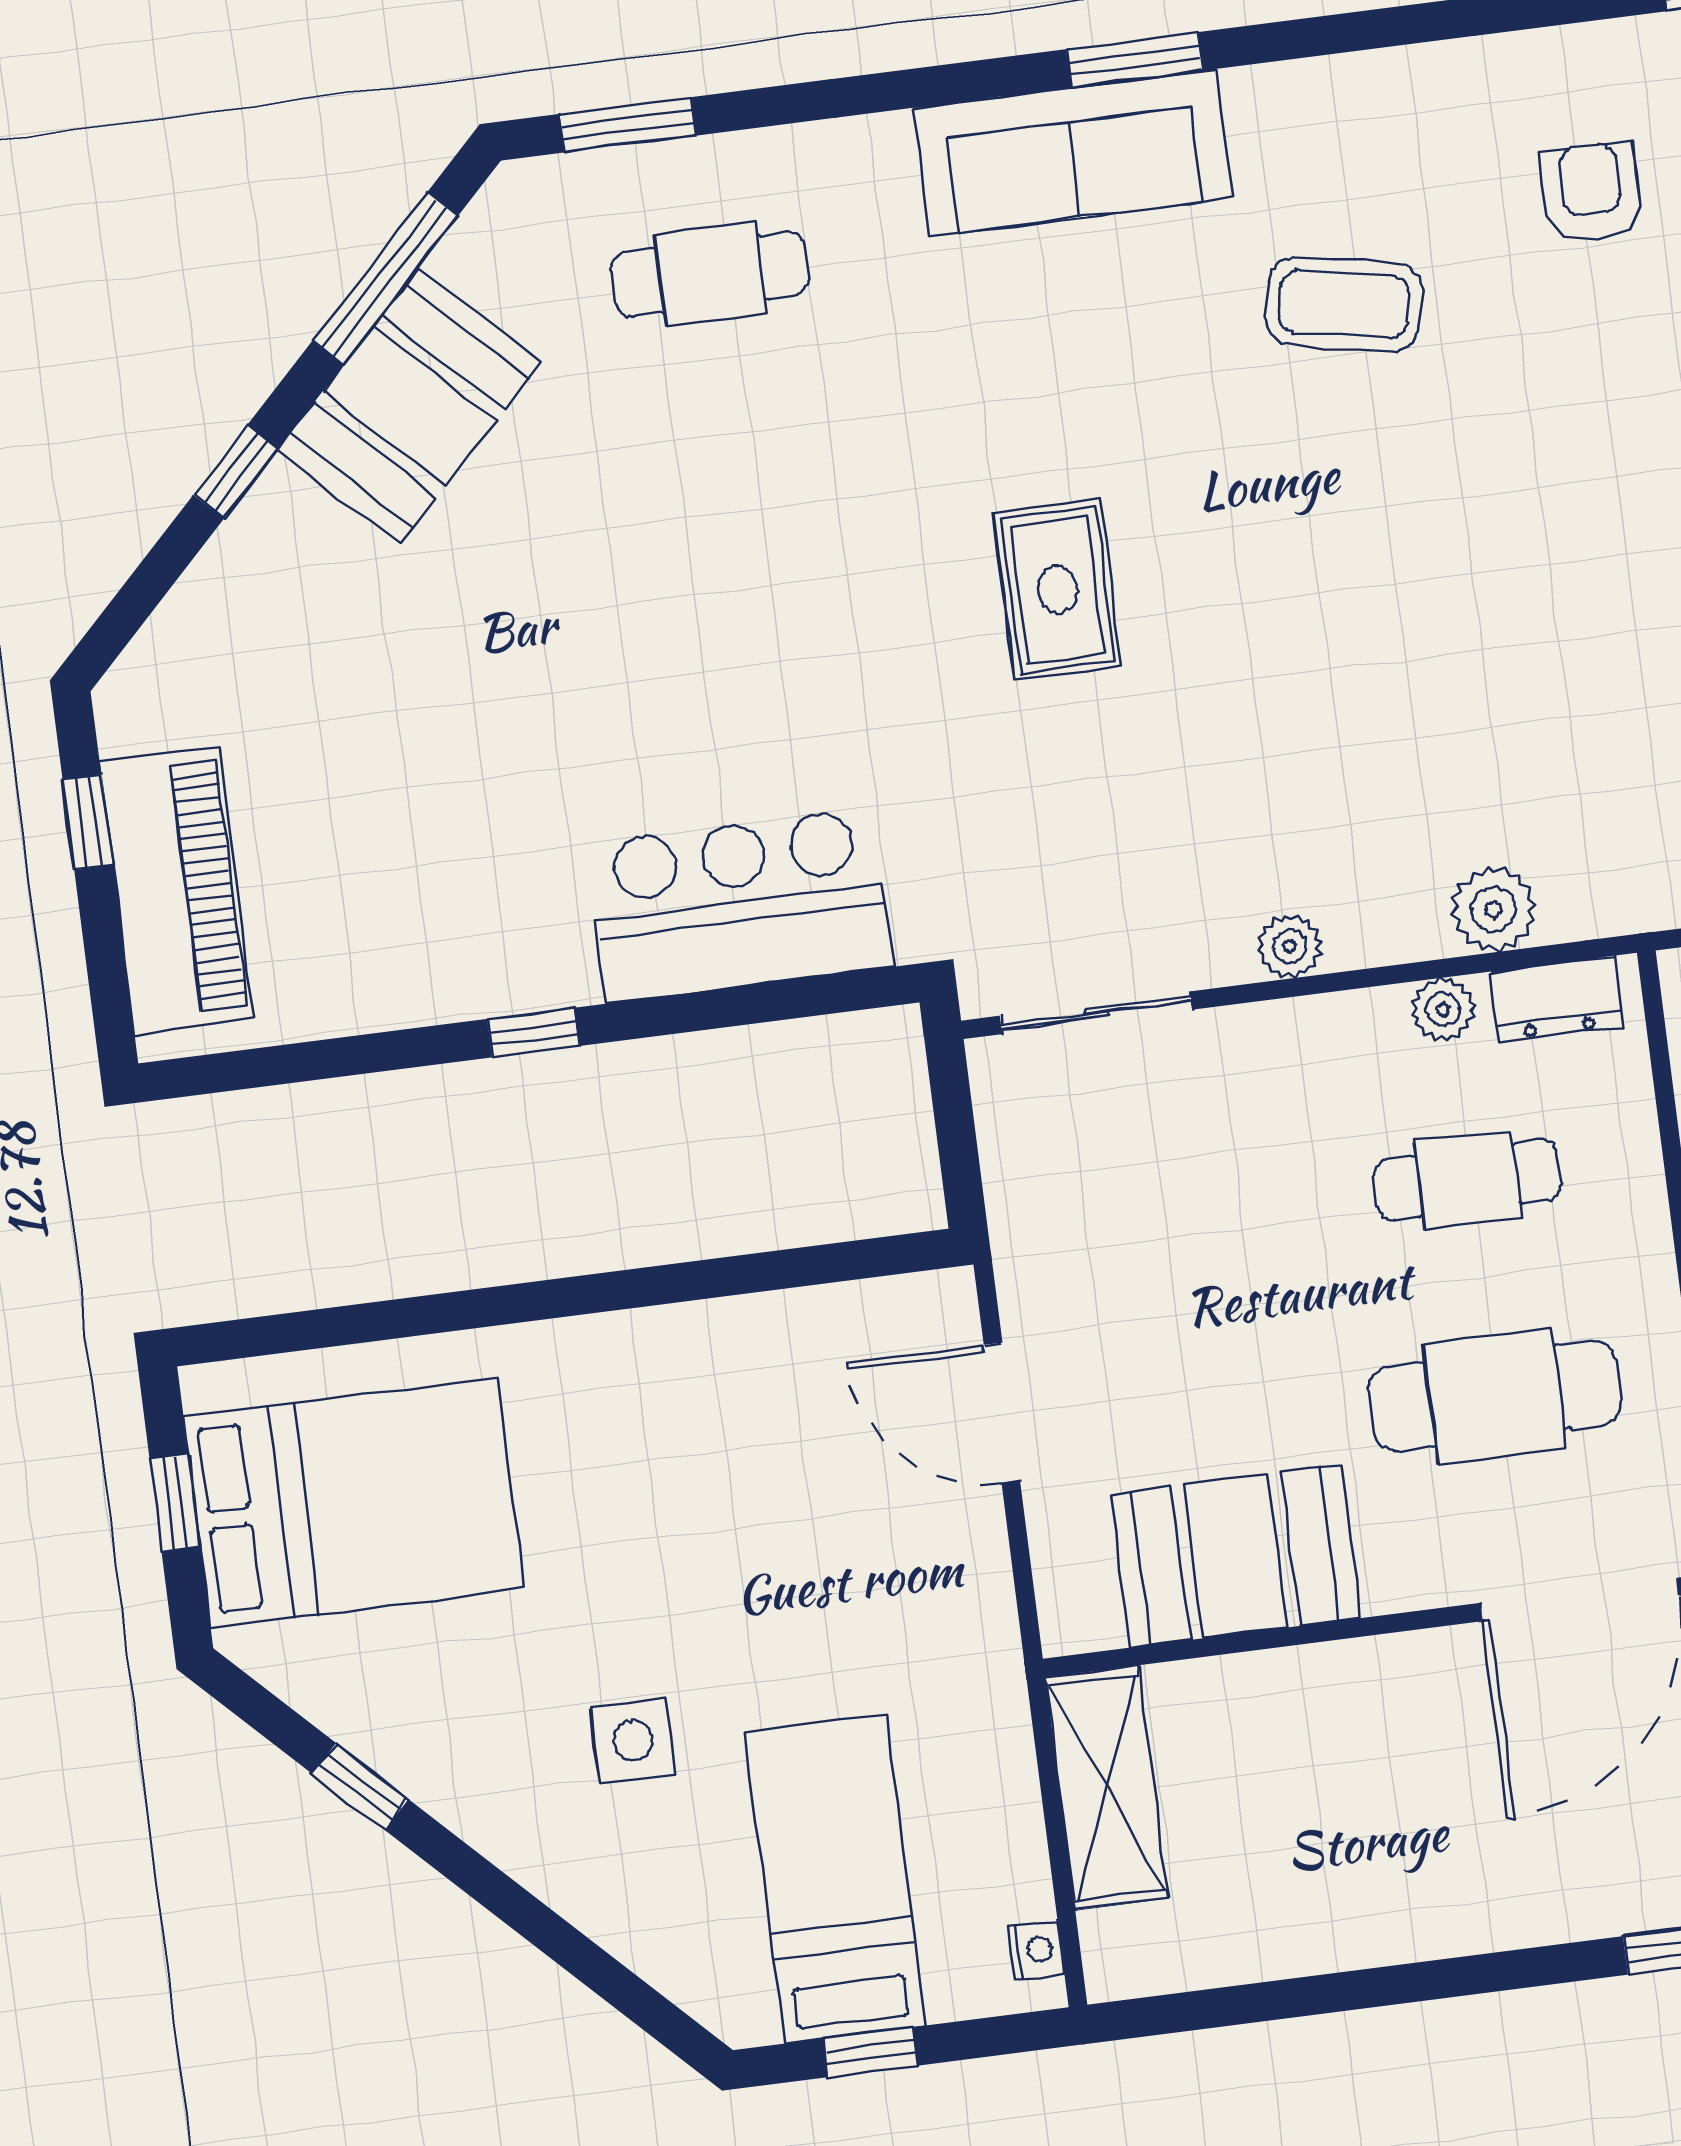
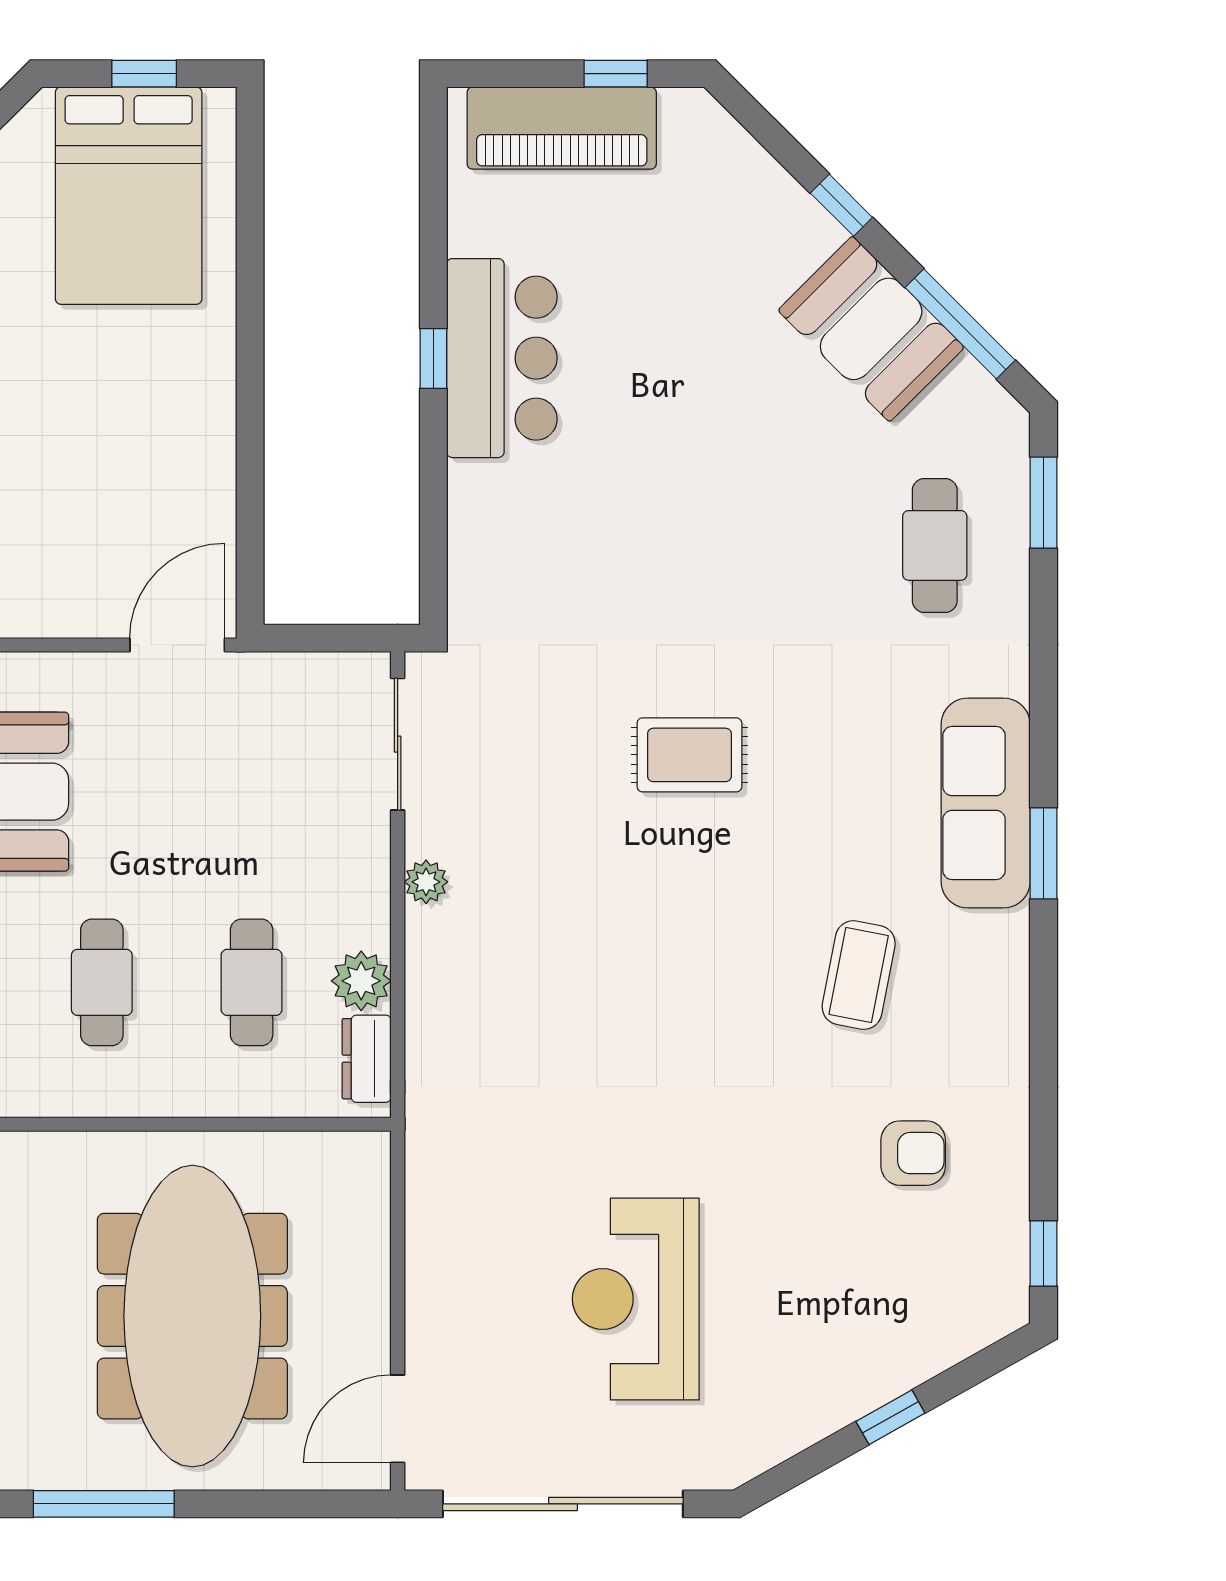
bar counter: (740, 905) -> (502, 358), moved
plant: (1494, 909) -> (433, 1024), removed
plant: (1443, 1010) -> (361, 981), width x1.38, depth x1.38
cafe table: (1495, 1396) -> (102, 982), width x0.73, depth x0.74
door: (1002, 1413) -> (177, 645), moved

